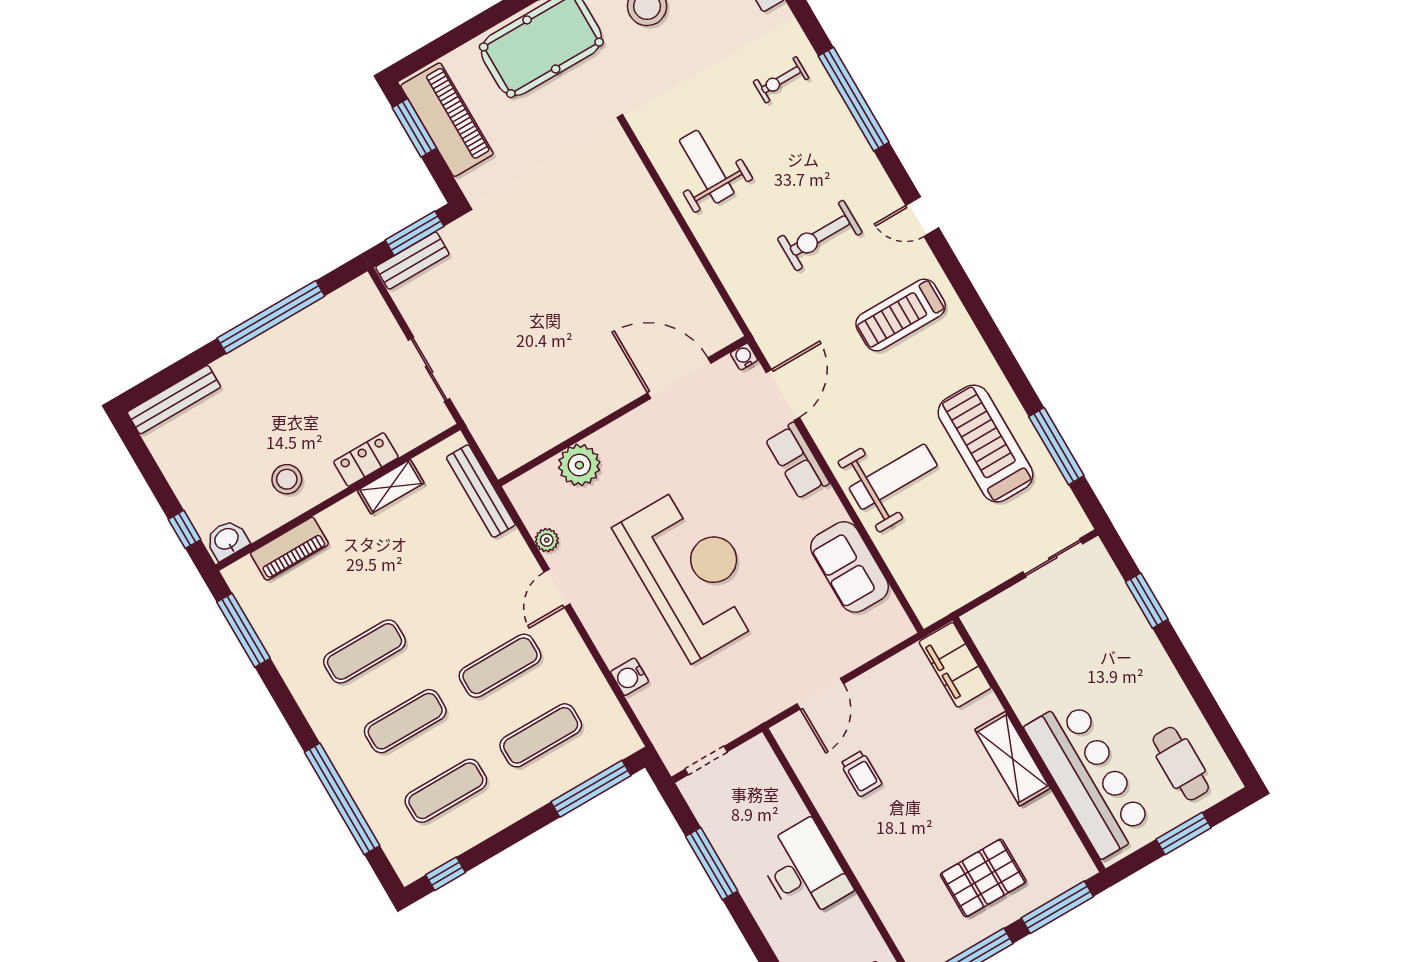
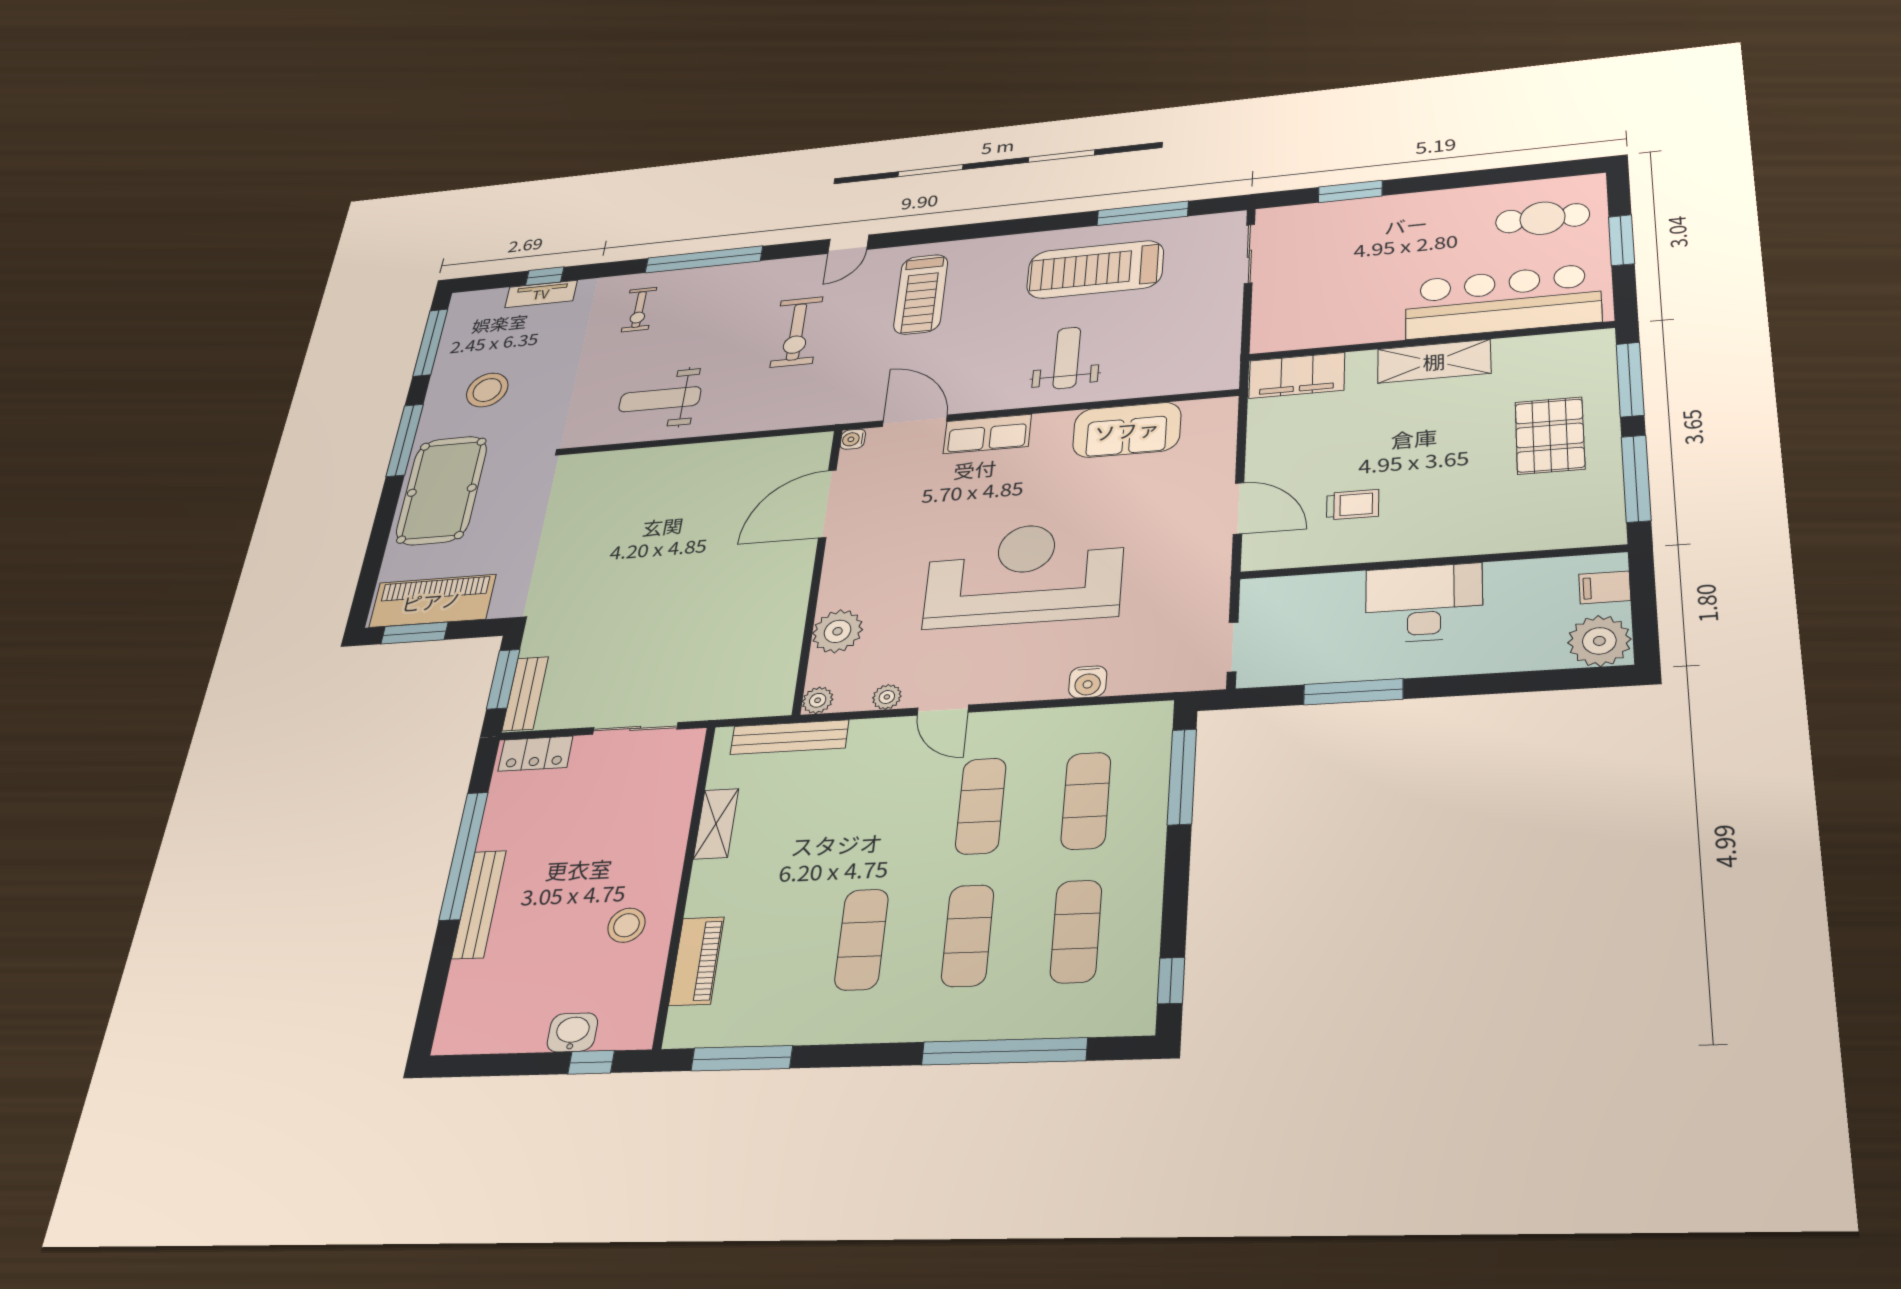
bench: (174, 400) -> (479, 904), moved
locker: (366, 459) -> (535, 754), moved, turned -90
weight bench: (893, 477) -> (1067, 358), width x0.73, depth x0.75
plant: (519, 491) -> (818, 700), added
washbasin: (227, 540) -> (572, 1032), moved, turned 90

